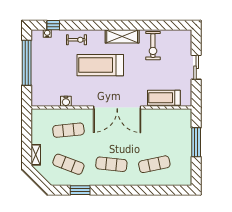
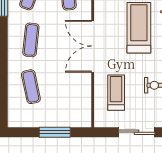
sliding door: (196, 67) -> (137, 132), width x1.37
treadmill: (164, 98) -> (116, 93), moved

